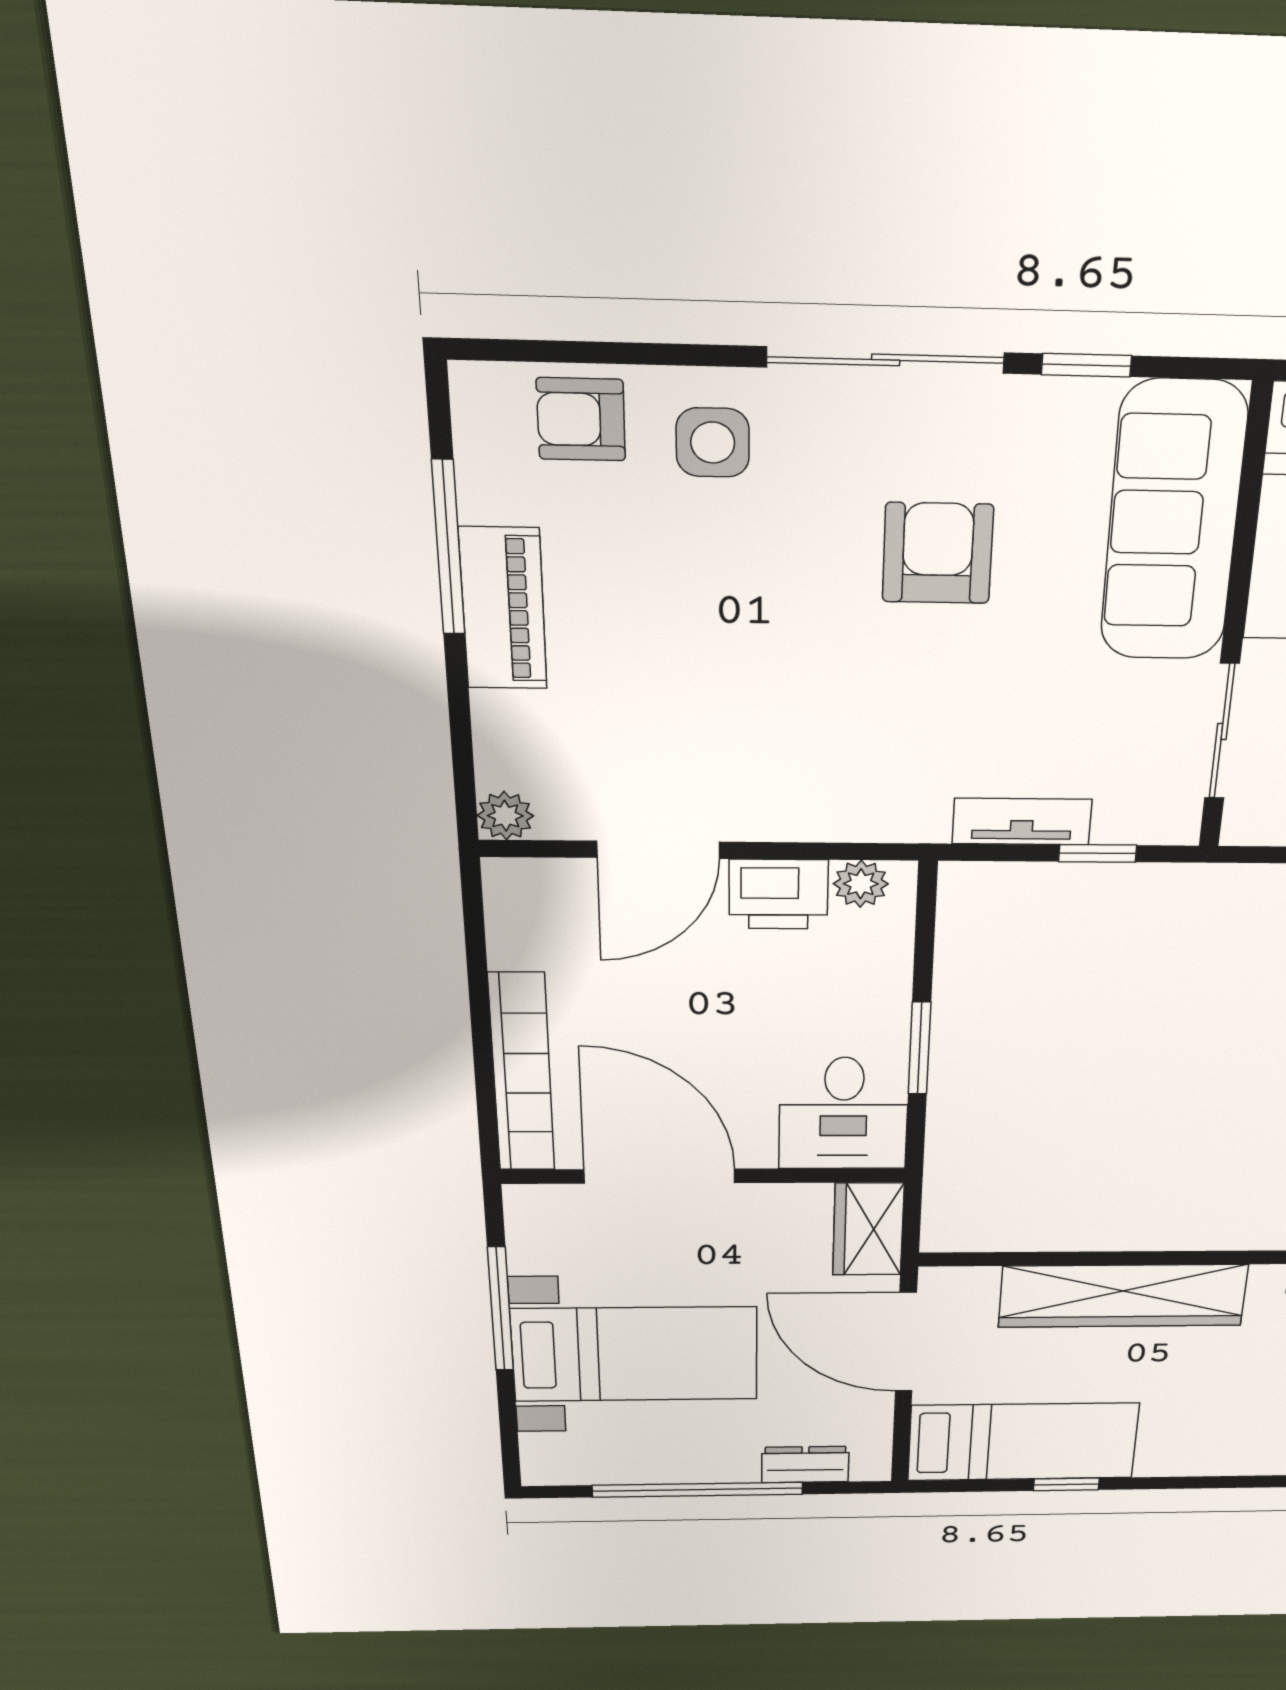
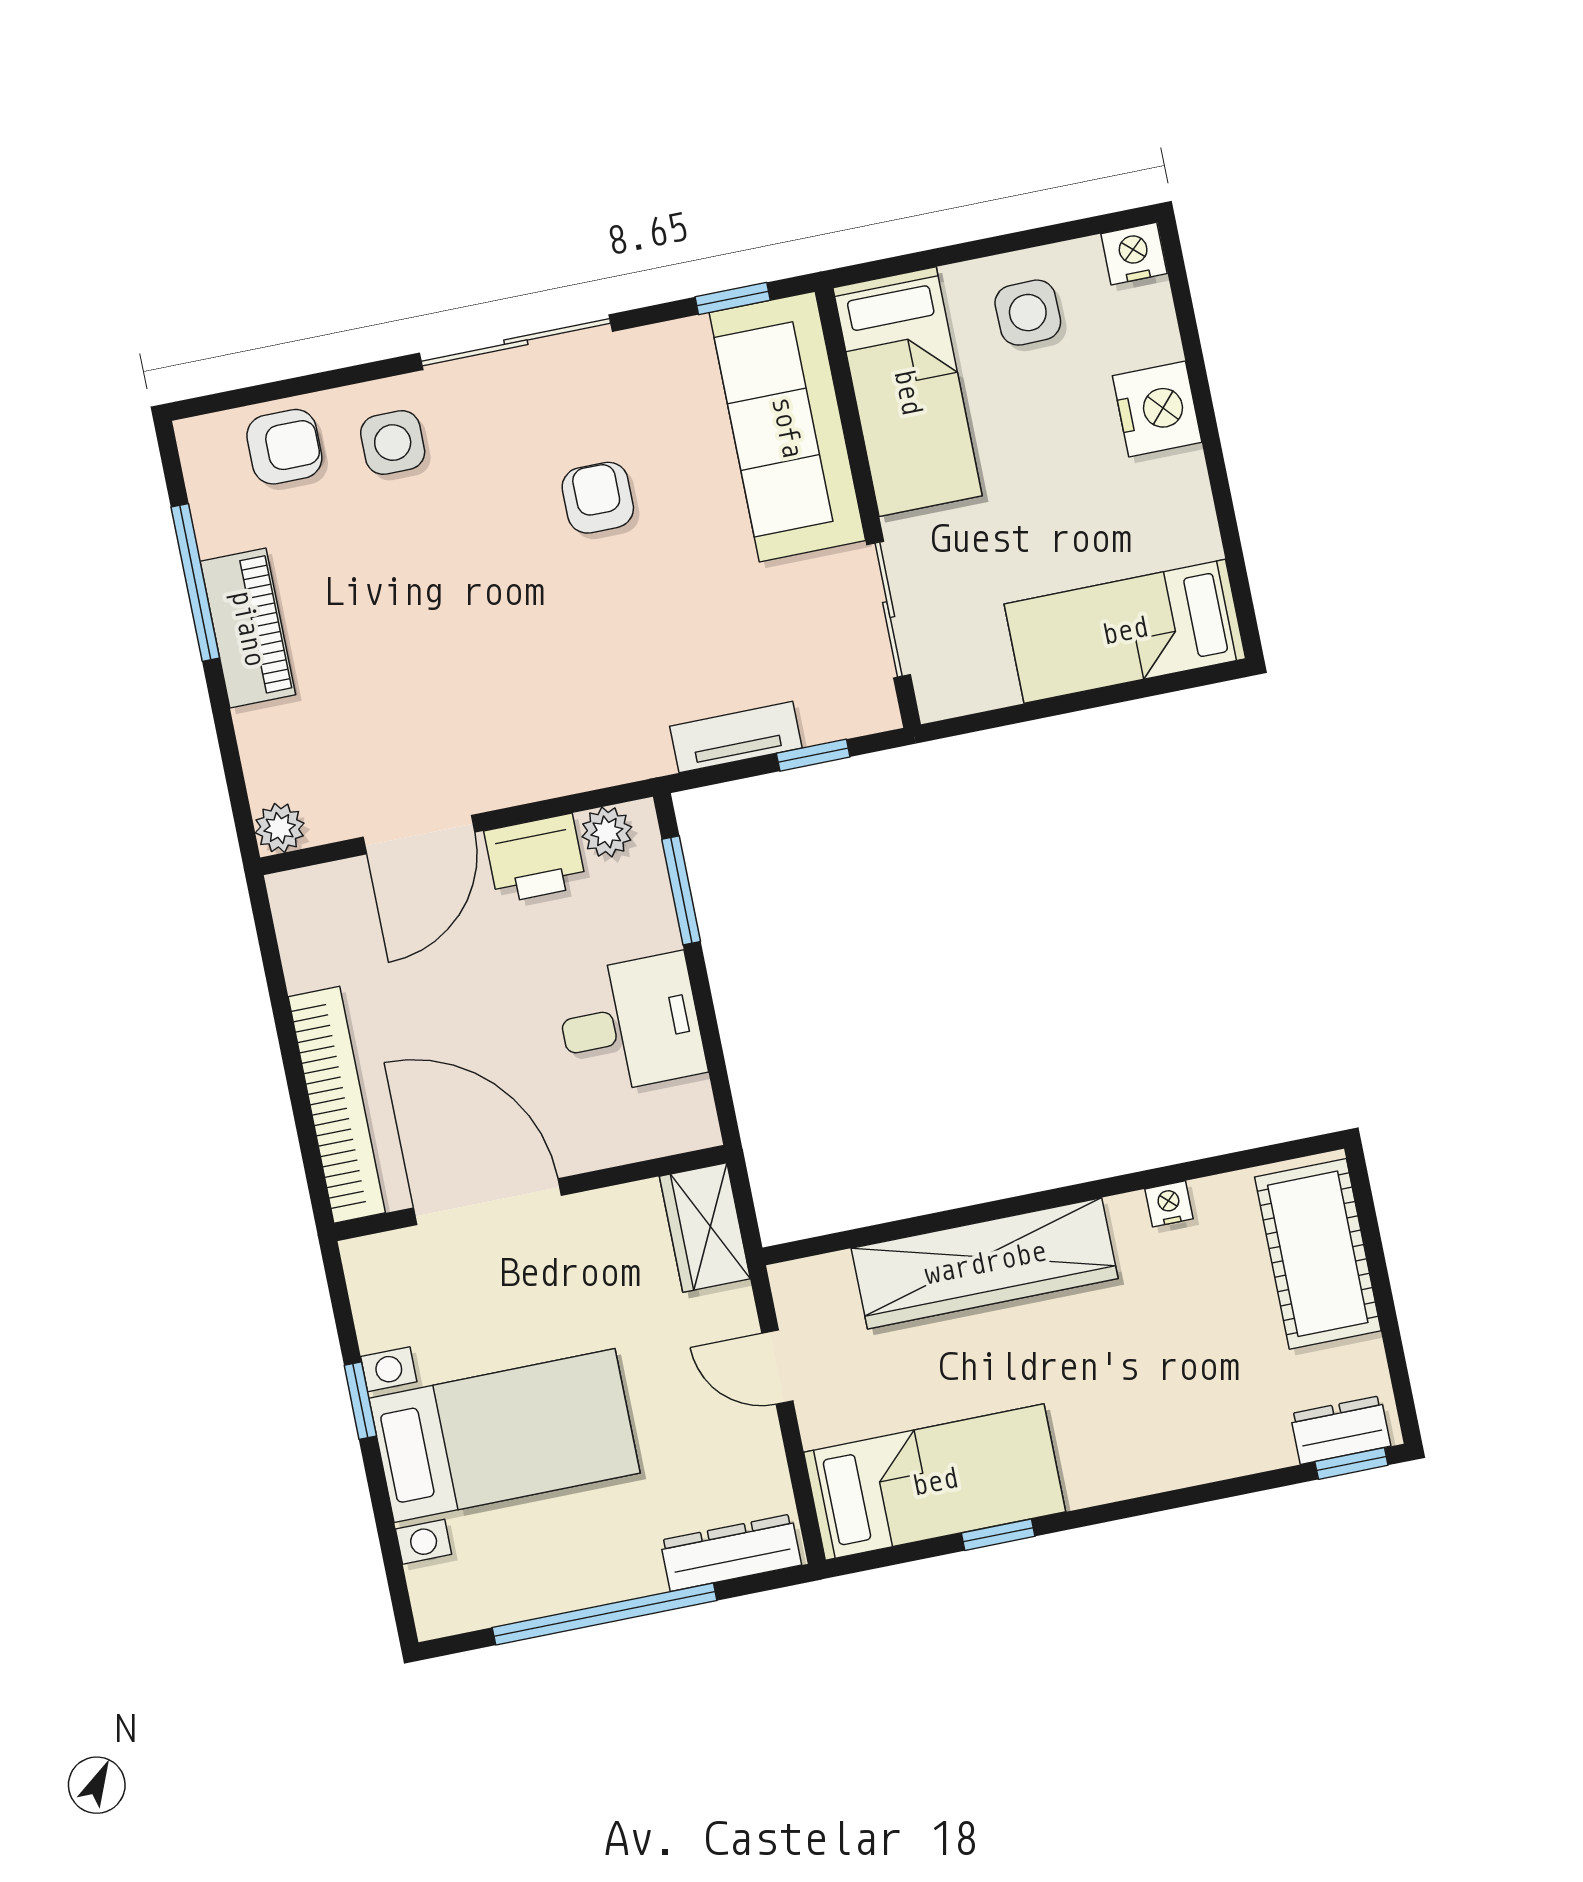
window: (1086, 365) -> (733, 299), moved
armchair: (581, 419) -> (284, 447), turned 180
armchair: (938, 553) -> (598, 498), width x0.72, depth x0.72
window: (920, 1048) -> (681, 890), moved
desk: (844, 1114) -> (630, 1024), moved, turned -90
window: (500, 1309) -> (360, 1401), width x0.46
door: (906, 1342) -> (777, 1367), width x0.53
dresser: (805, 1464) -> (731, 1553), width x1.44

